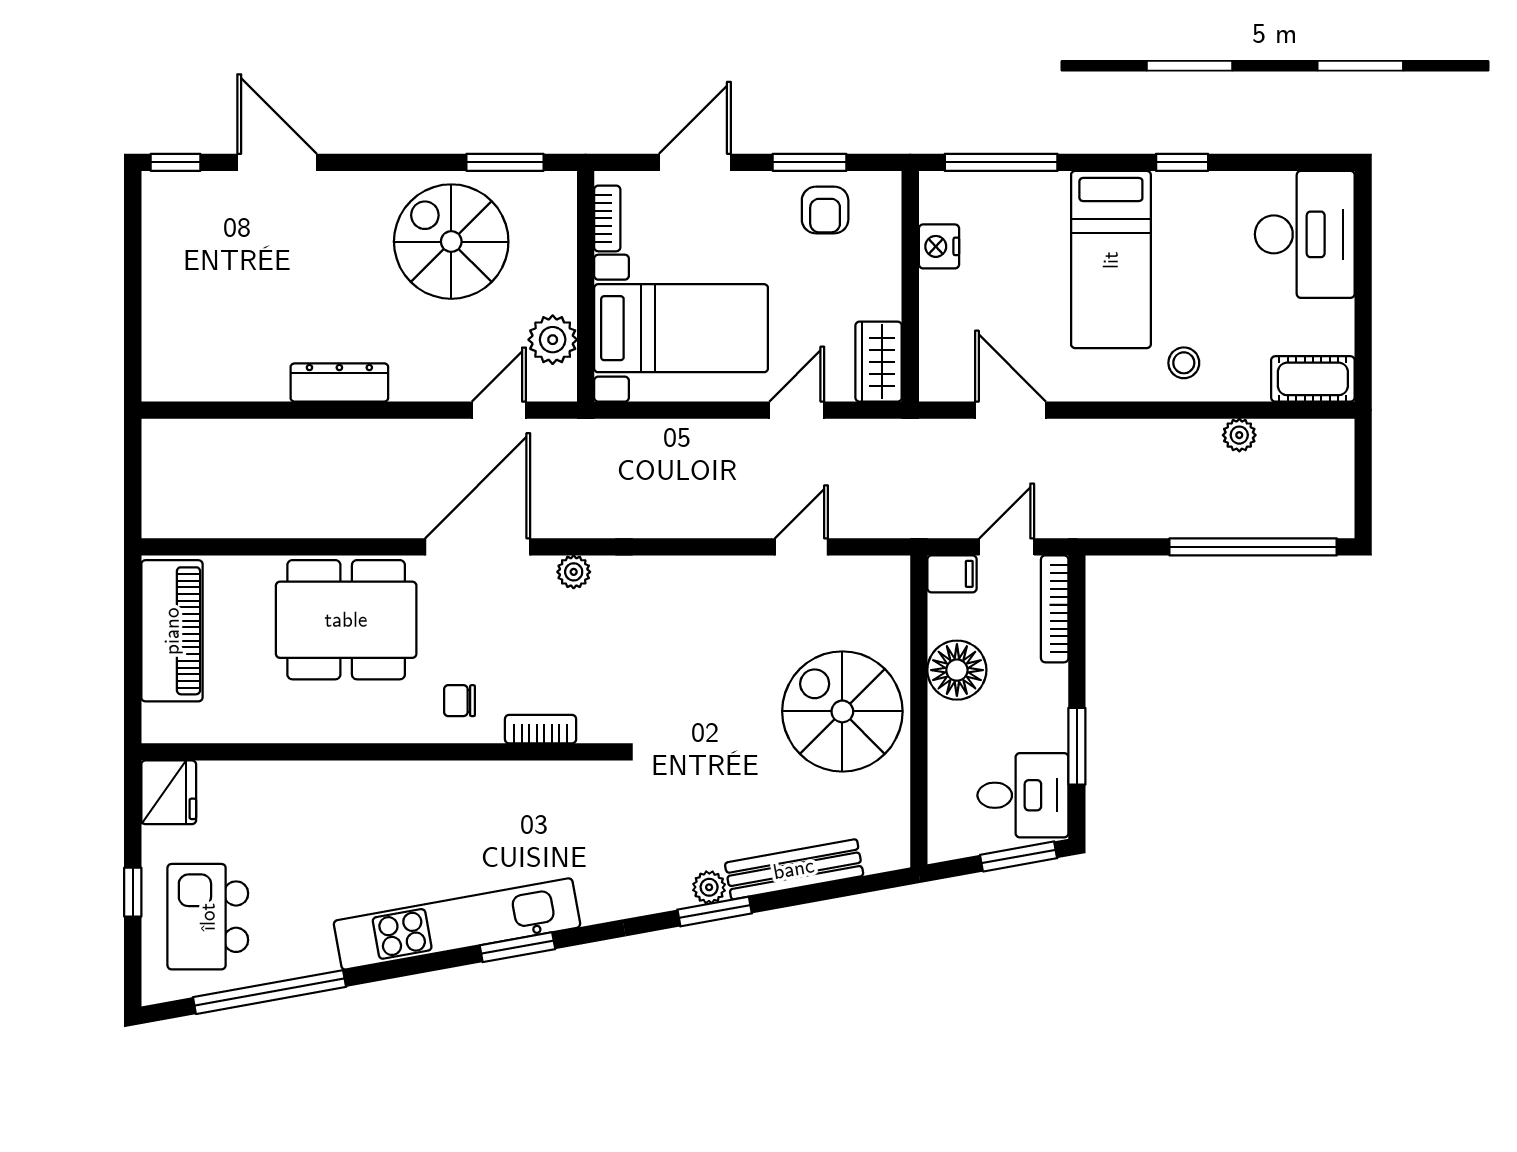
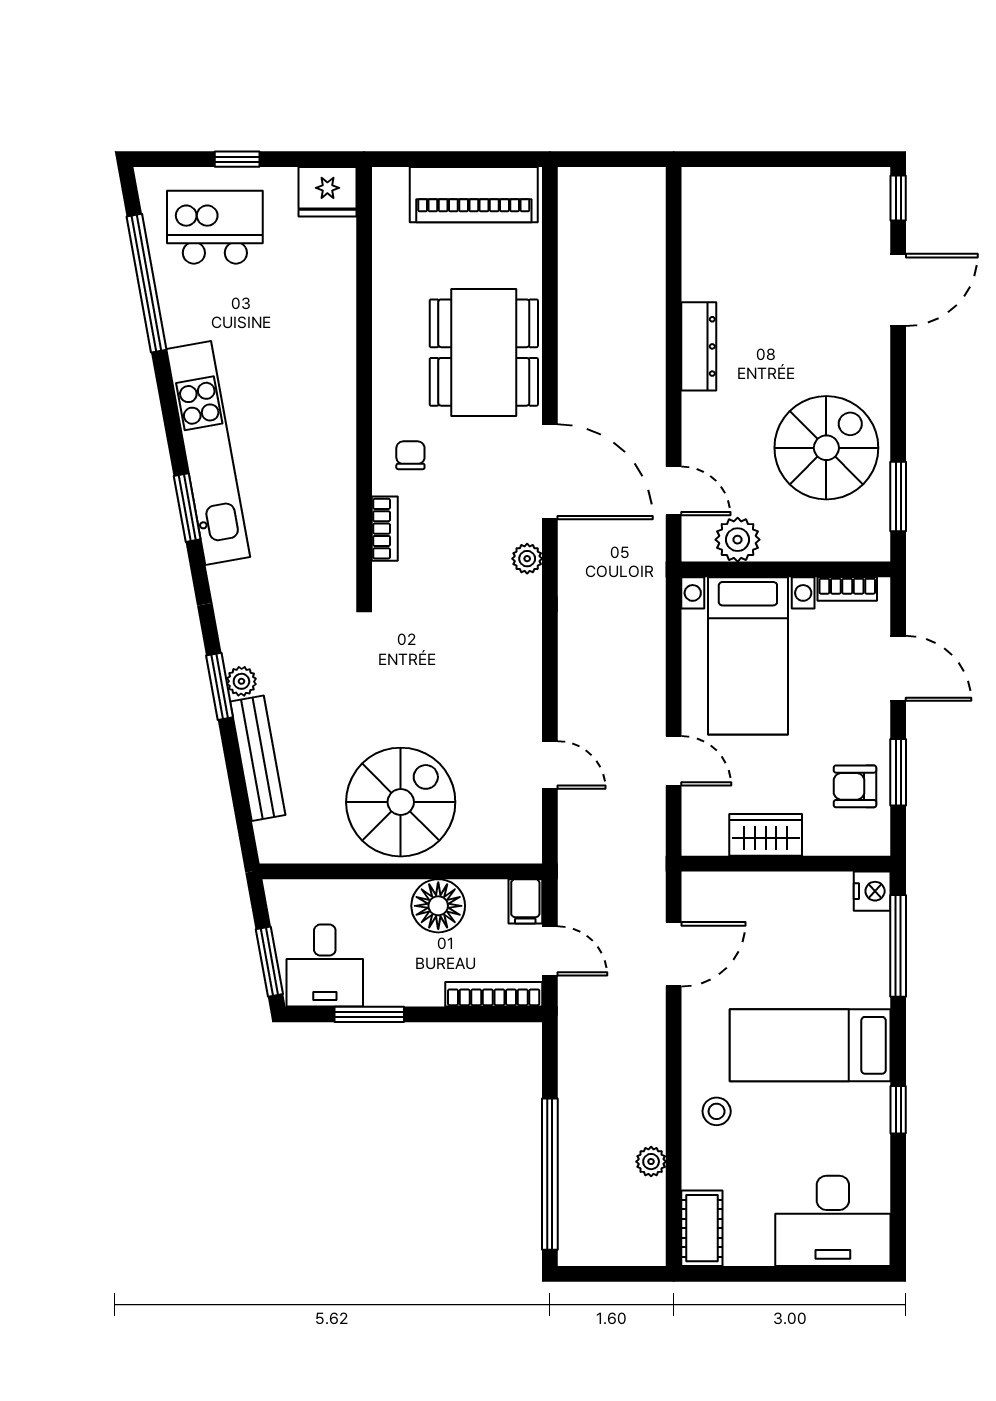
nightstand: (939, 246) -> (872, 891), moved, turned 90
wardrobe: (879, 362) -> (766, 835), moved

